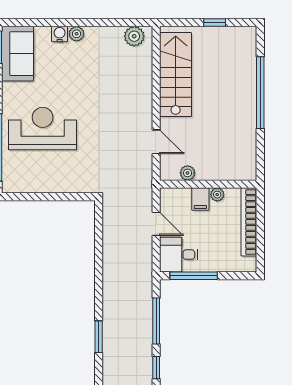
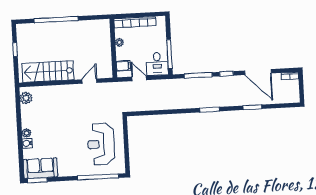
reception desk: (43, 128) -> (101, 144), moved
plant: (188, 173) -> (107, 61), removed
filing cabinet: (200, 199) -> (123, 66), moved
door: (156, 224) -> (139, 78), hinge flipped

